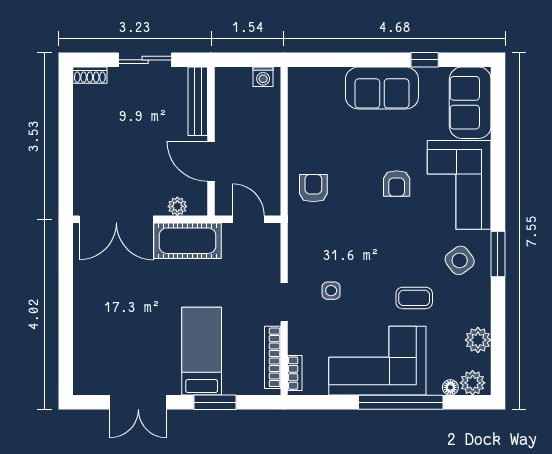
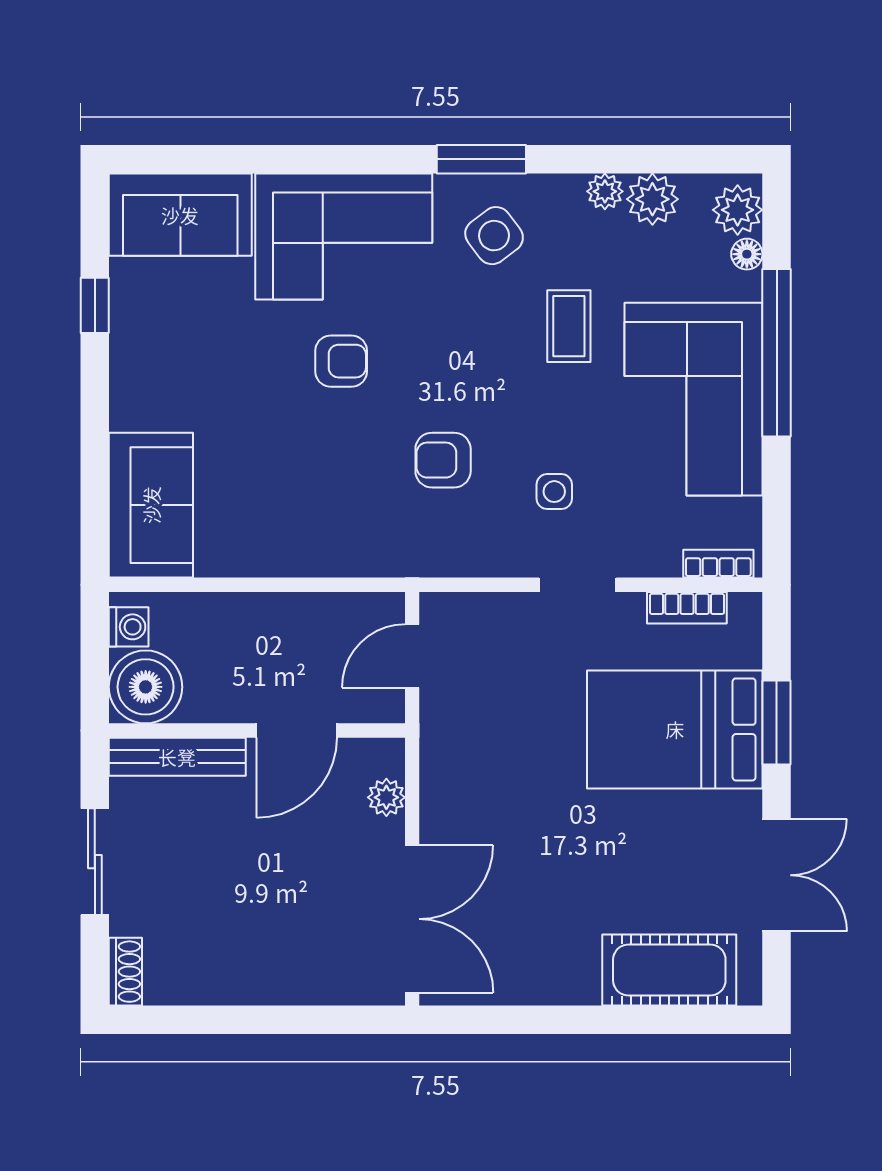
boiler: (233, 85) -> (146, 687), added
sofa: (382, 88) -> (151, 505), moved
armchair: (313, 188) -> (443, 460), moved
cot: (187, 241) -> (669, 970), moved, turned 90
plant: (482, 316) -> (605, 191), added
bed: (202, 351) -> (675, 729), width x1.50
bookcase: (273, 357) -> (687, 608), width x0.64

